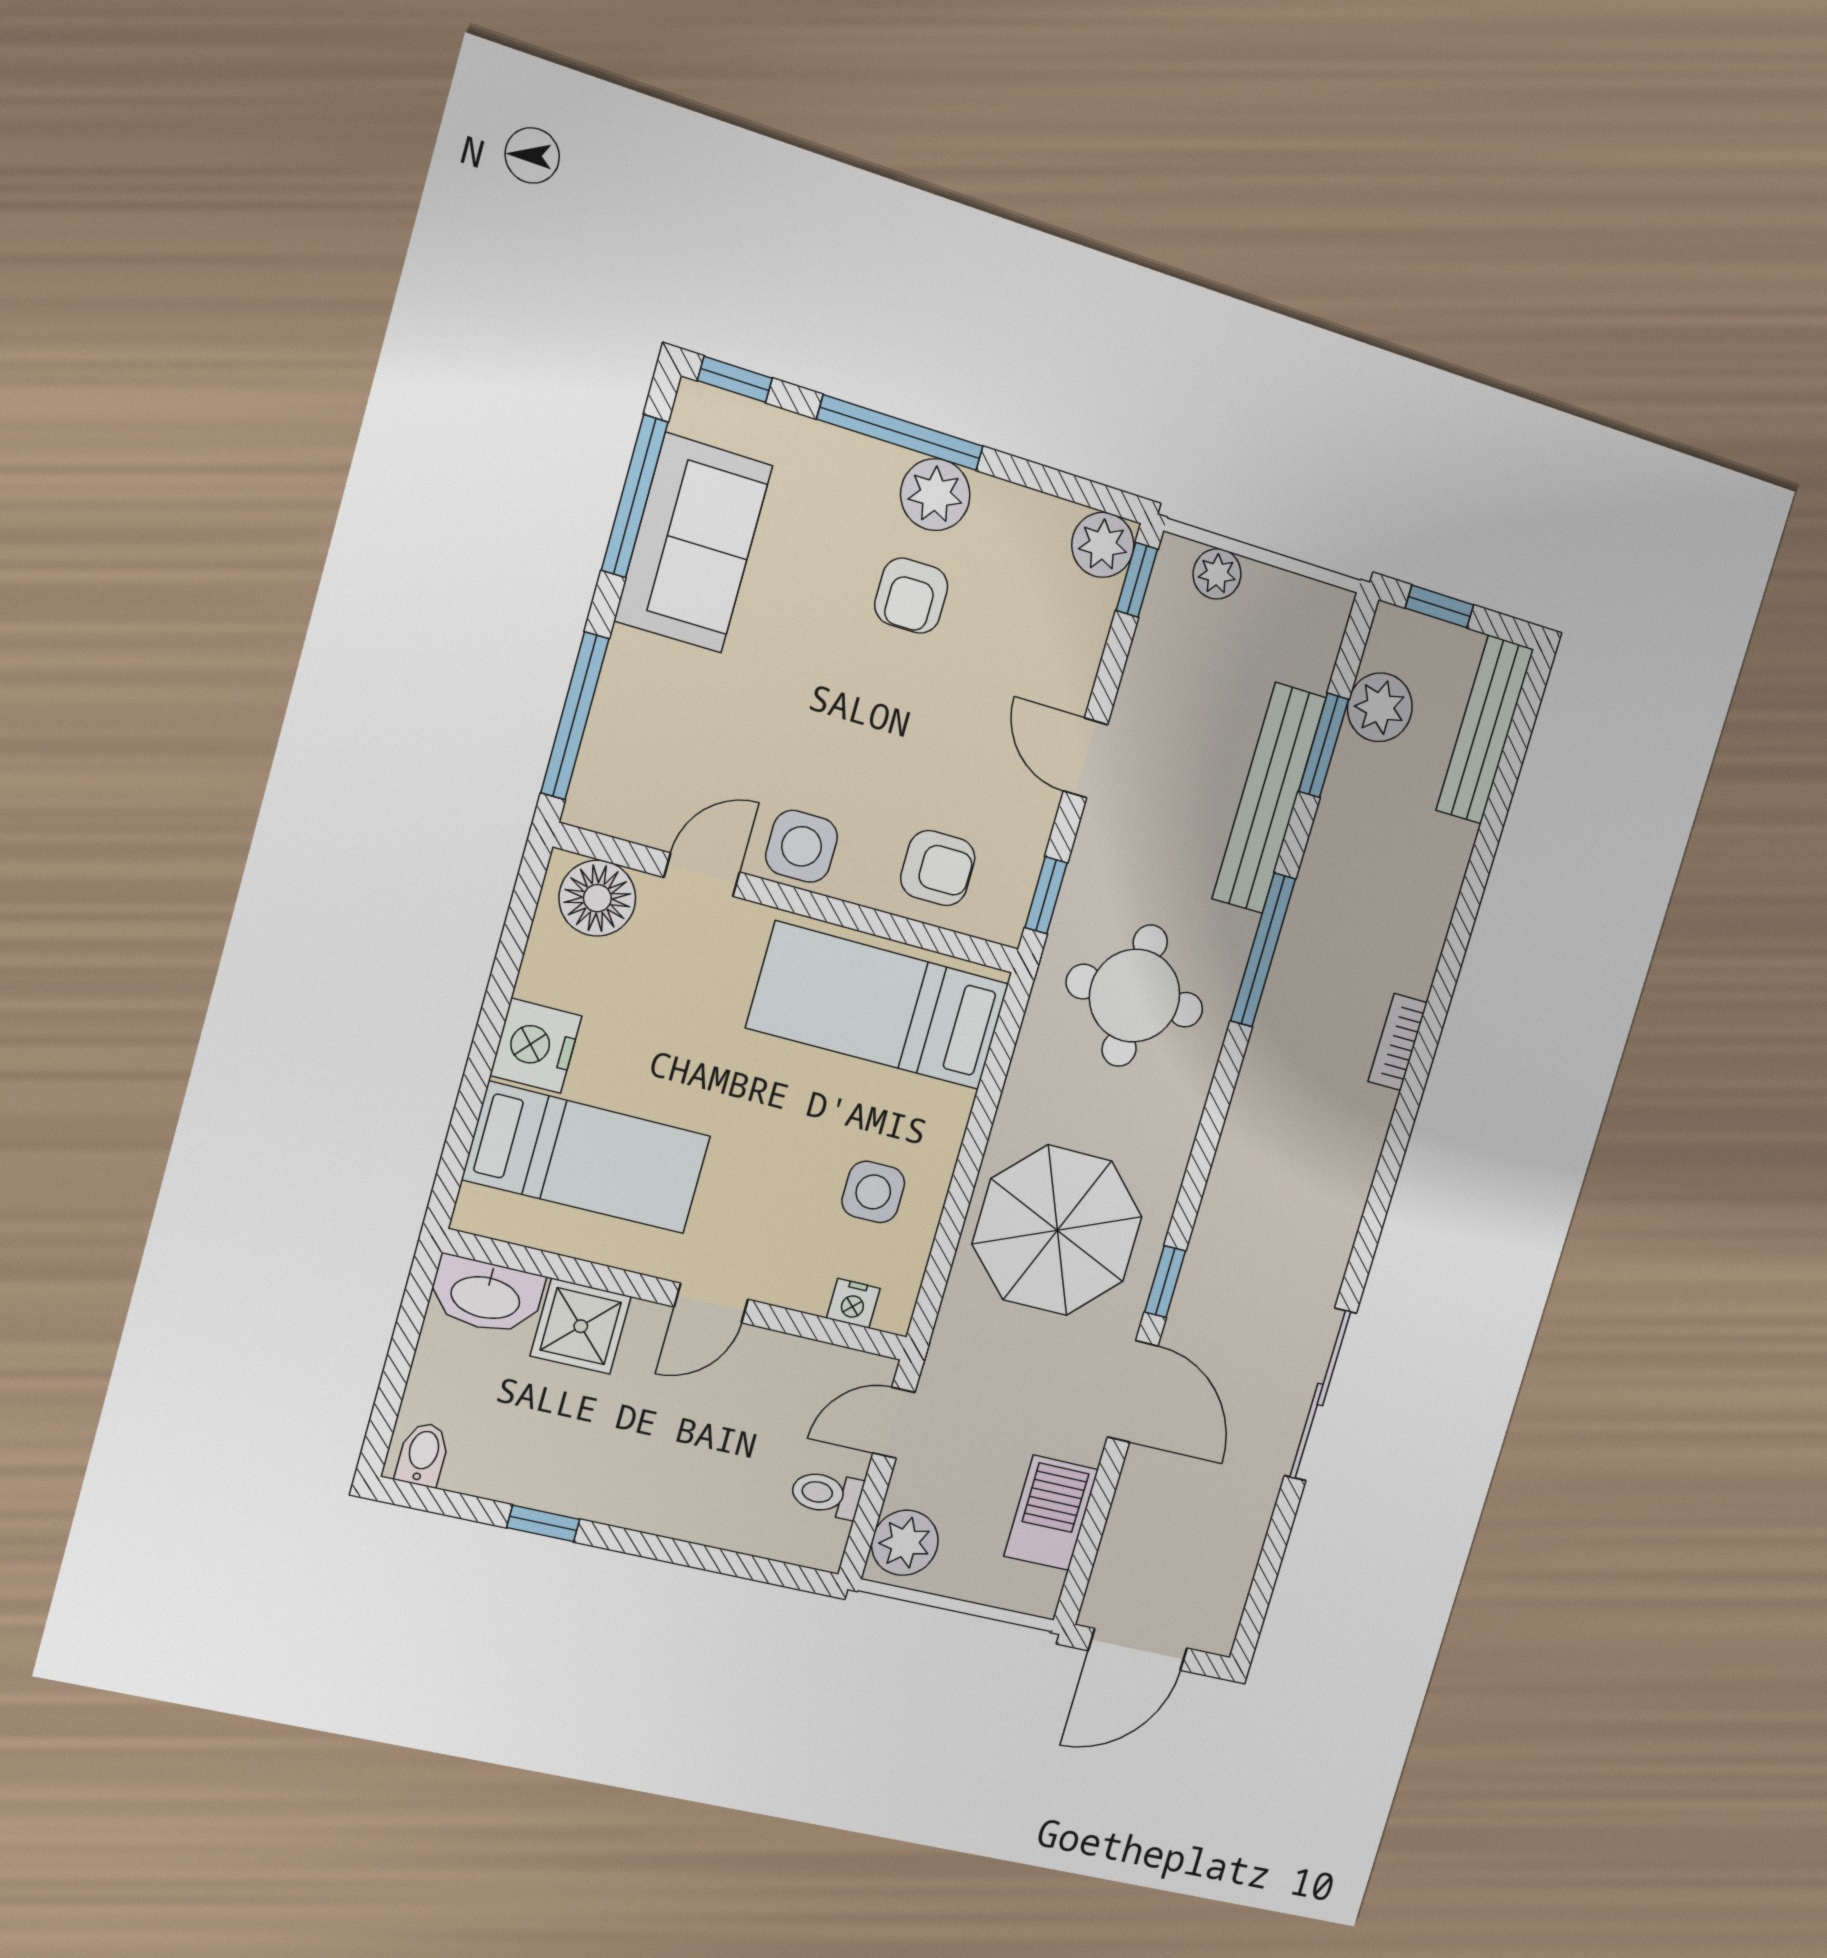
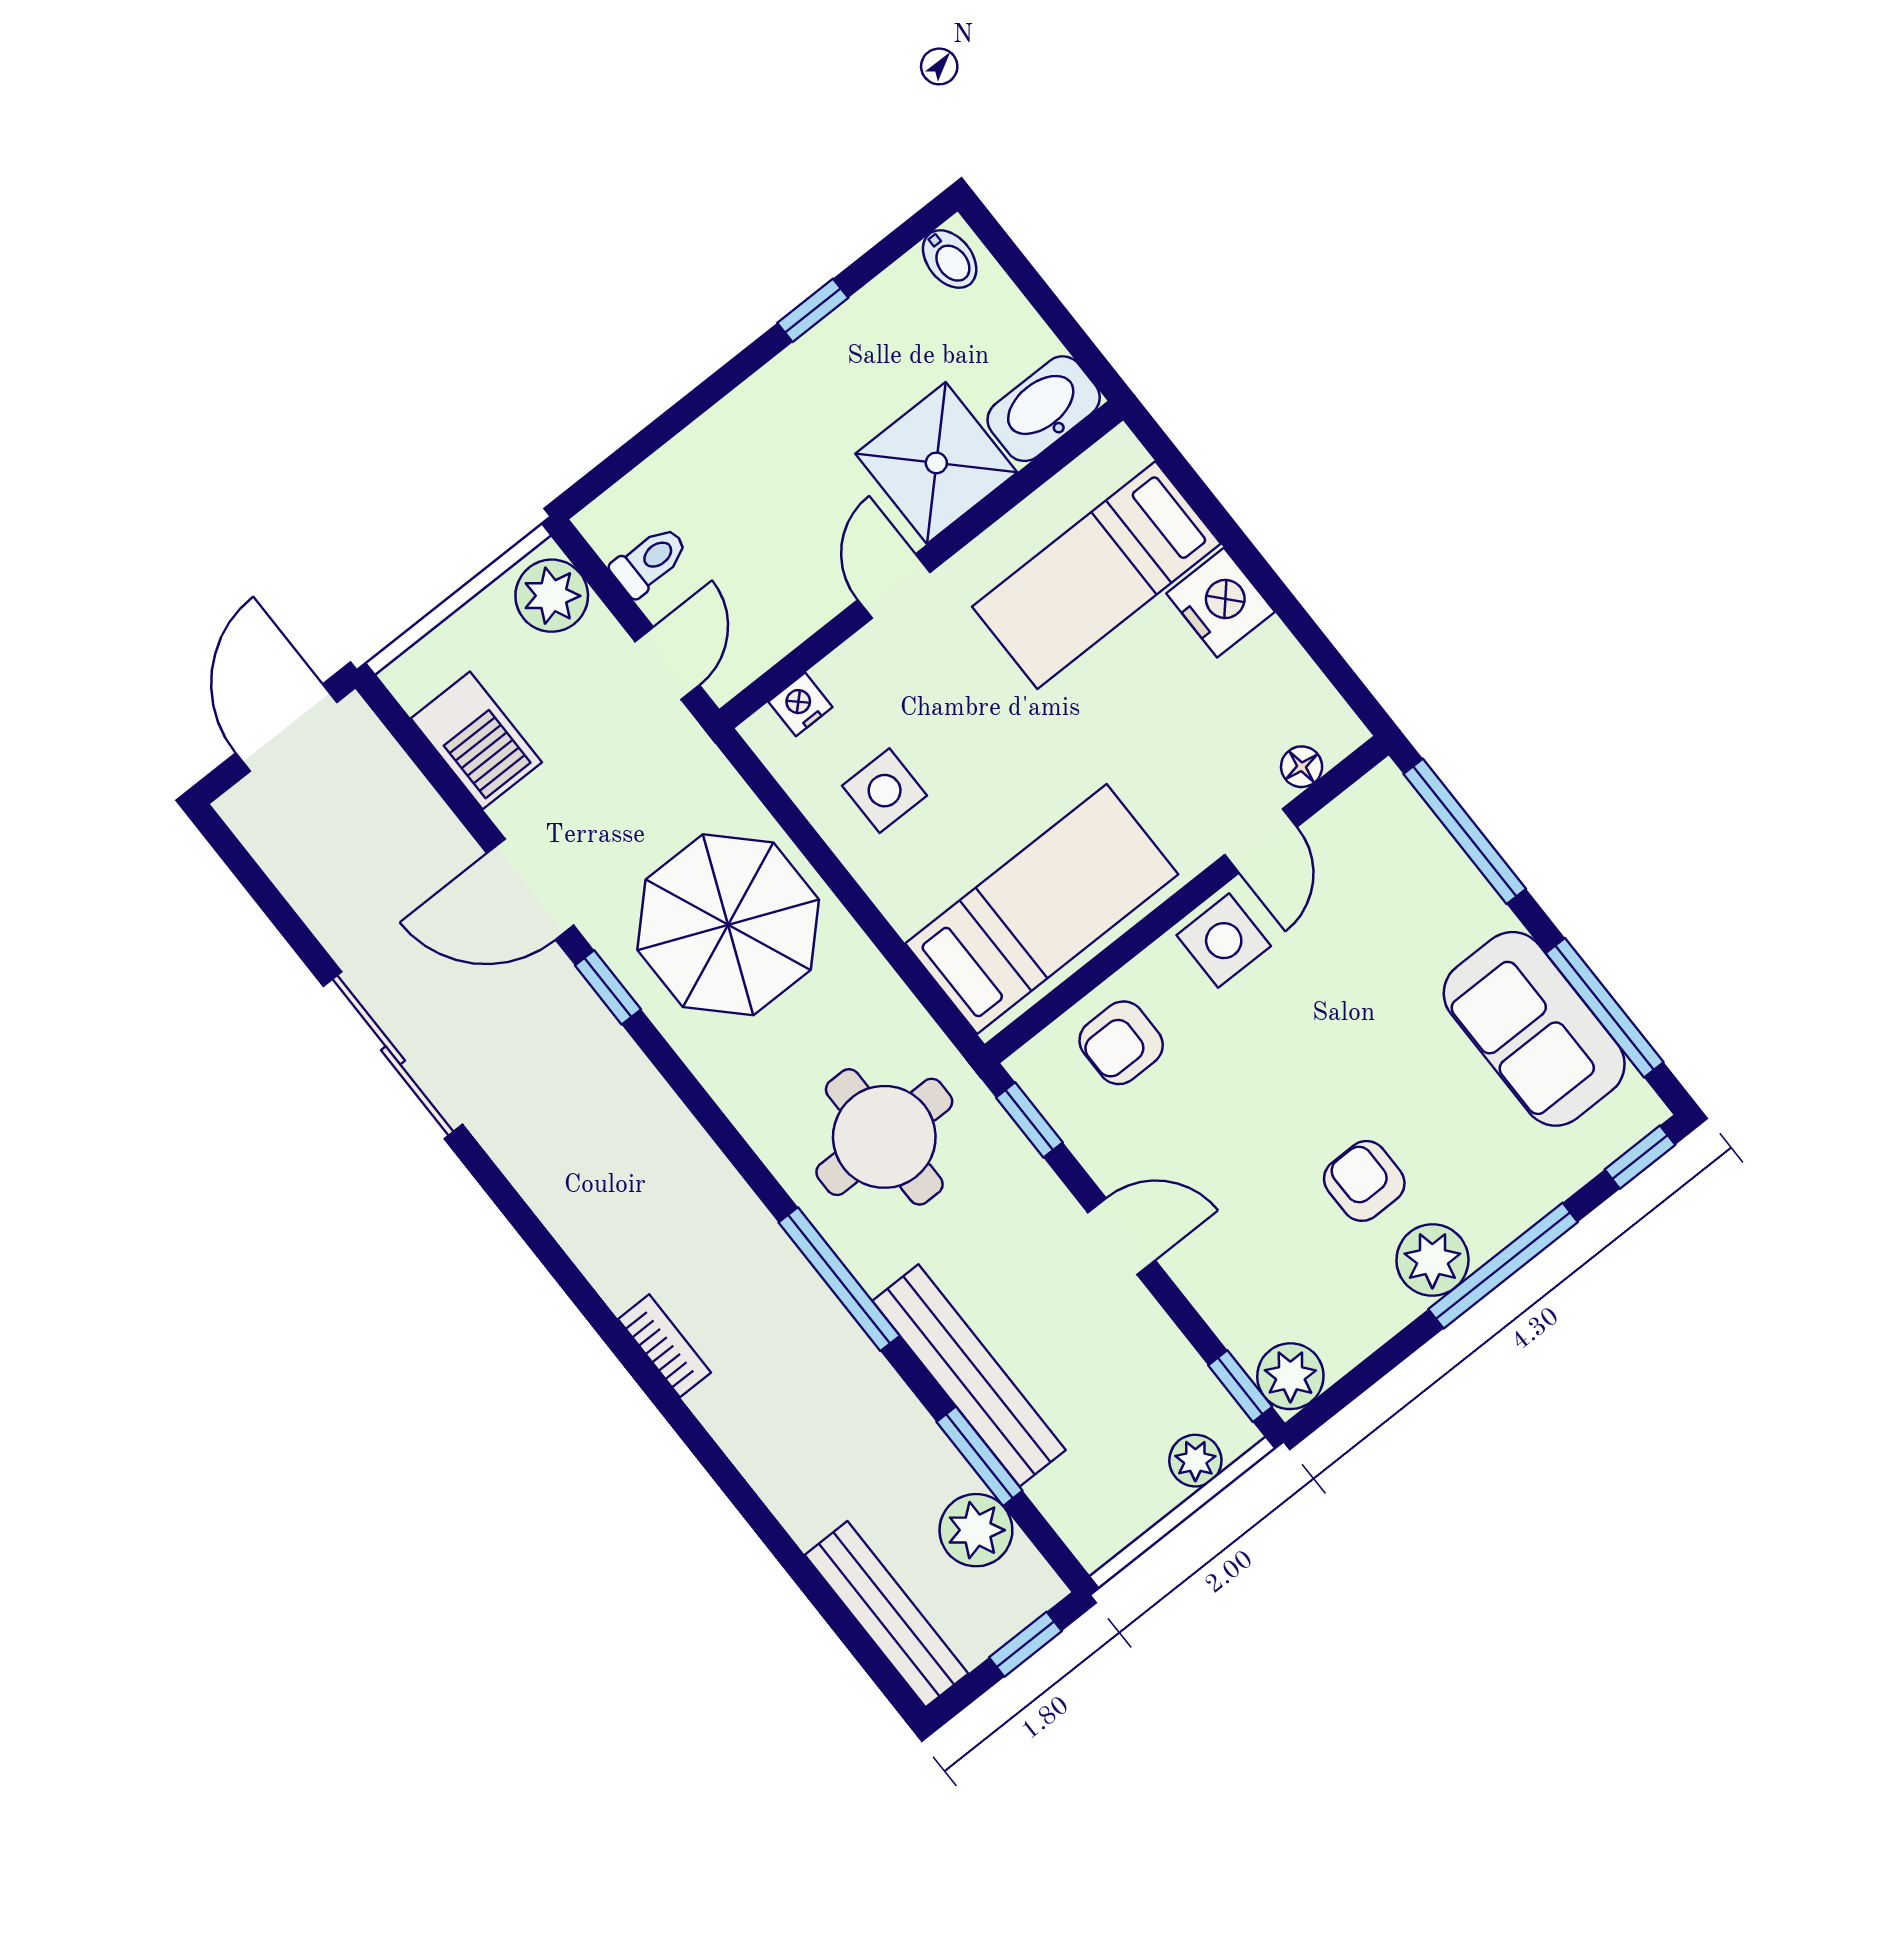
floor lamp: (597, 898) -> (1302, 767), width x0.53, depth x0.53
shower: (581, 1326) -> (936, 463), width x1.36, depth x1.36

